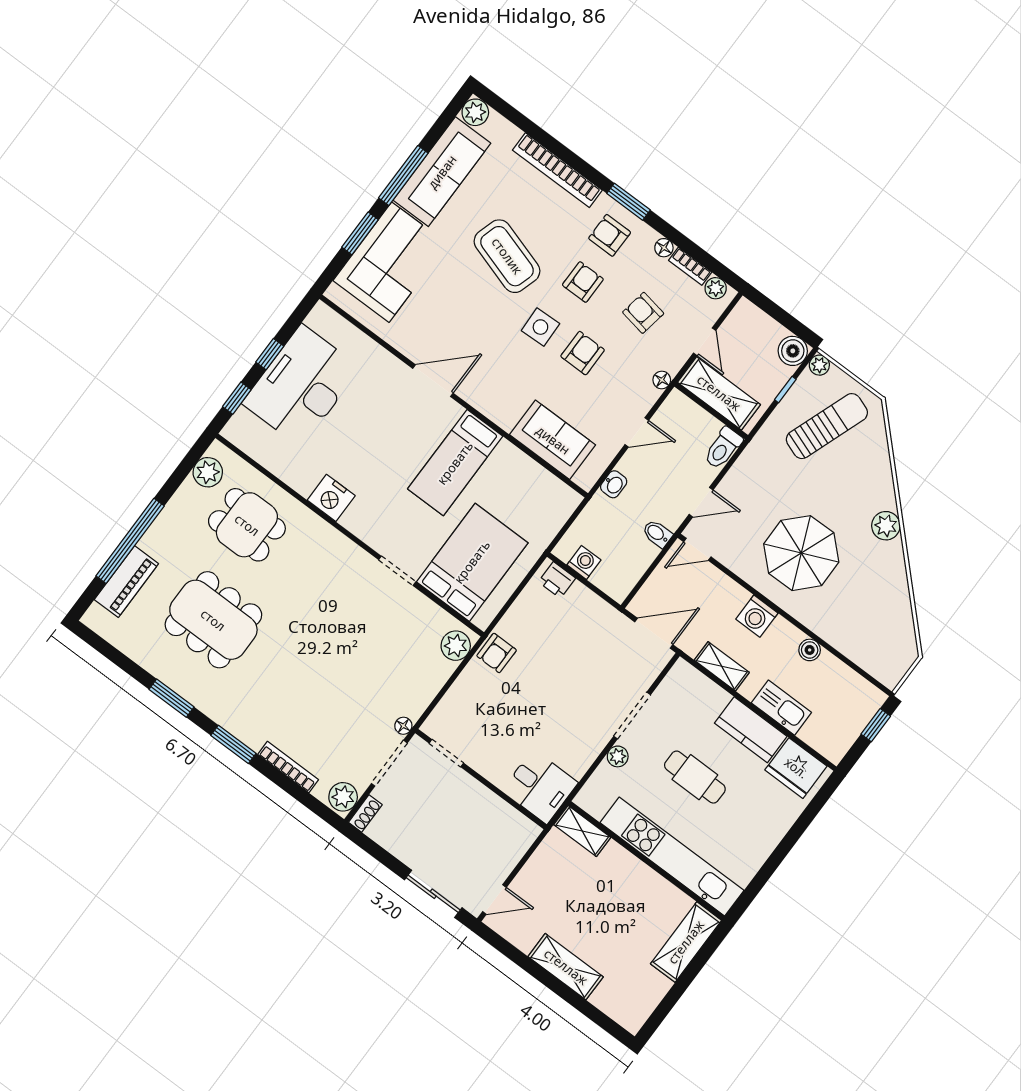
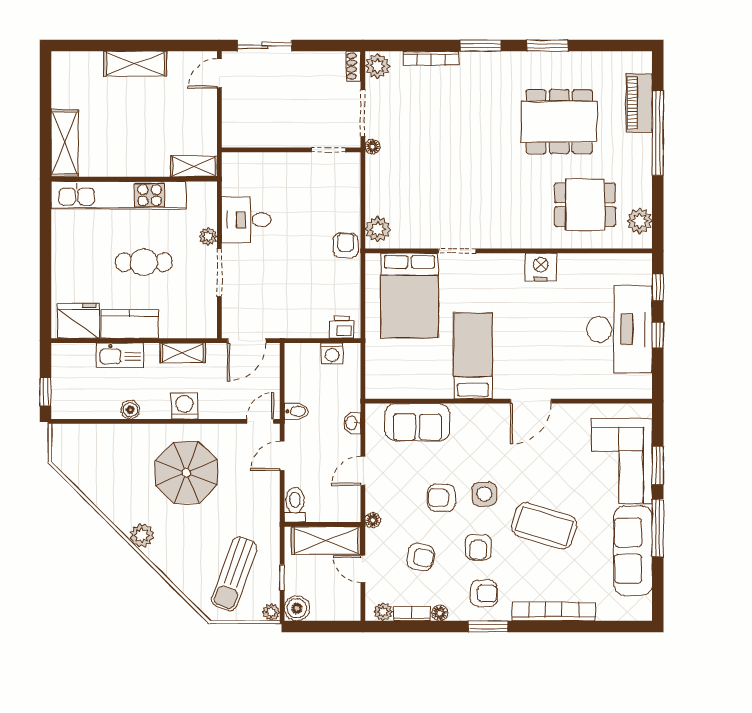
plant: (475, 112) -> (641, 609), removed
armchair: (583, 353) -> (442, 498), turned 90
desk: (540, 787) -> (246, 220), moved

